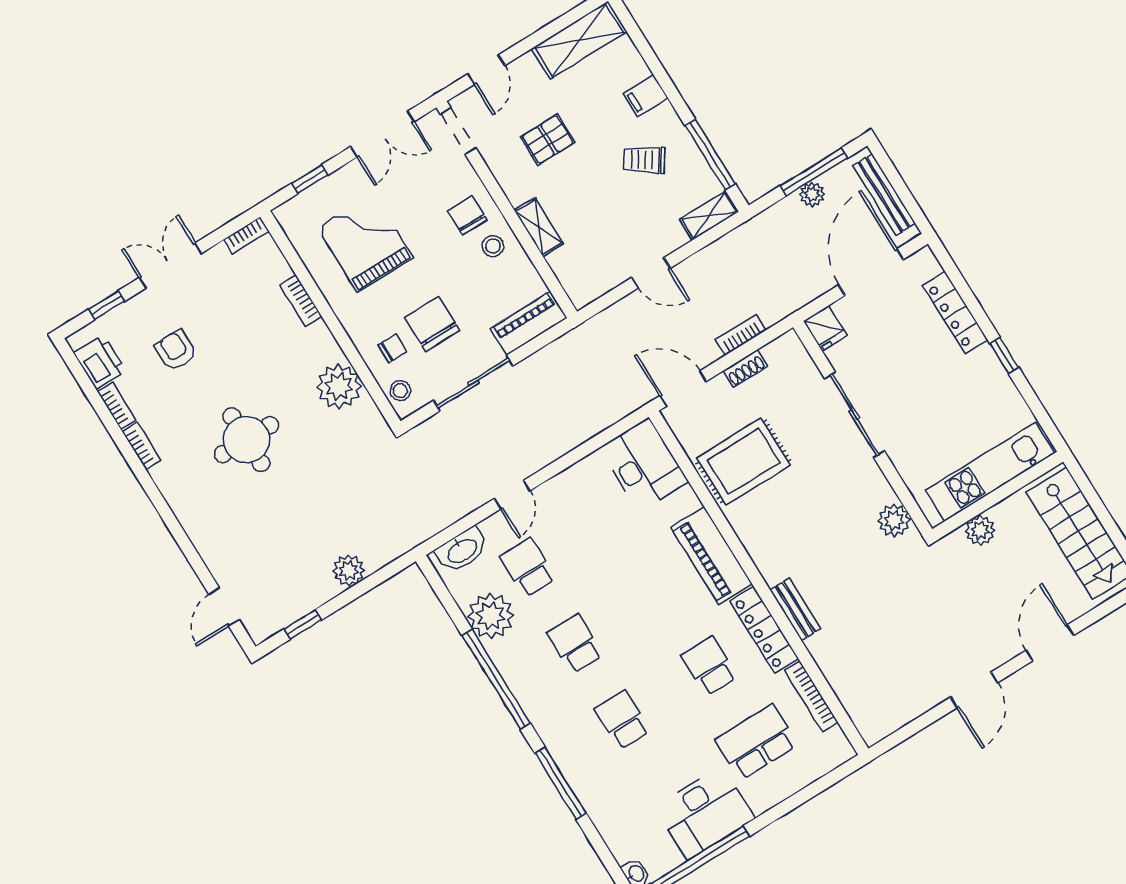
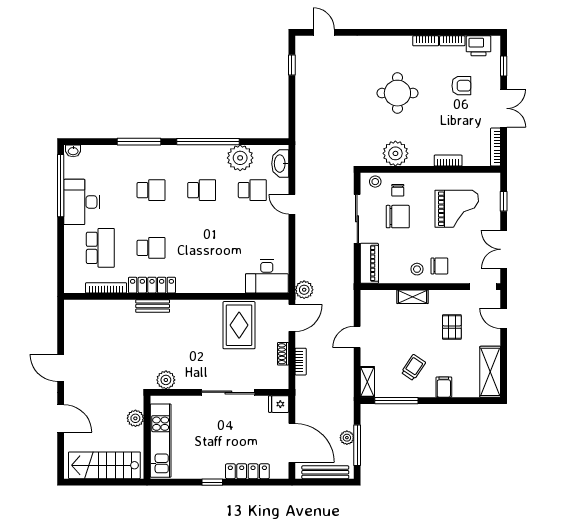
bookcase: (246, 235) -> (496, 147), width x1.56
piano: (712, 556) -> (203, 282), removed
plant: (349, 571) -> (304, 290), moved

